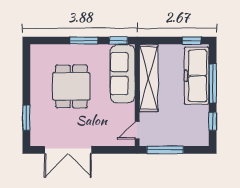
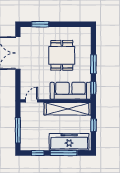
window: (192, 41) -> (93, 125), moved
dining table: (71, 86) -> (62, 55), turned 90
door: (137, 130) -> (32, 101), hinge flipped
window: (165, 150) -> (18, 130), moved

